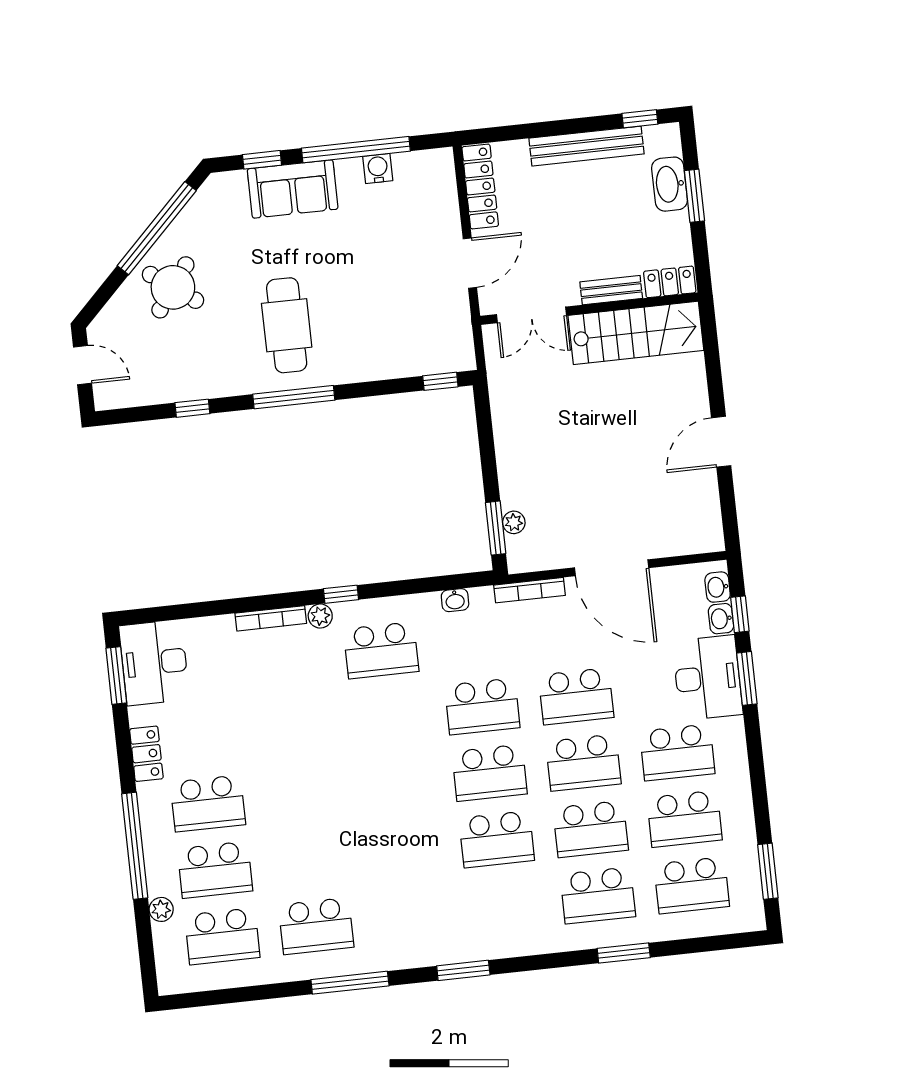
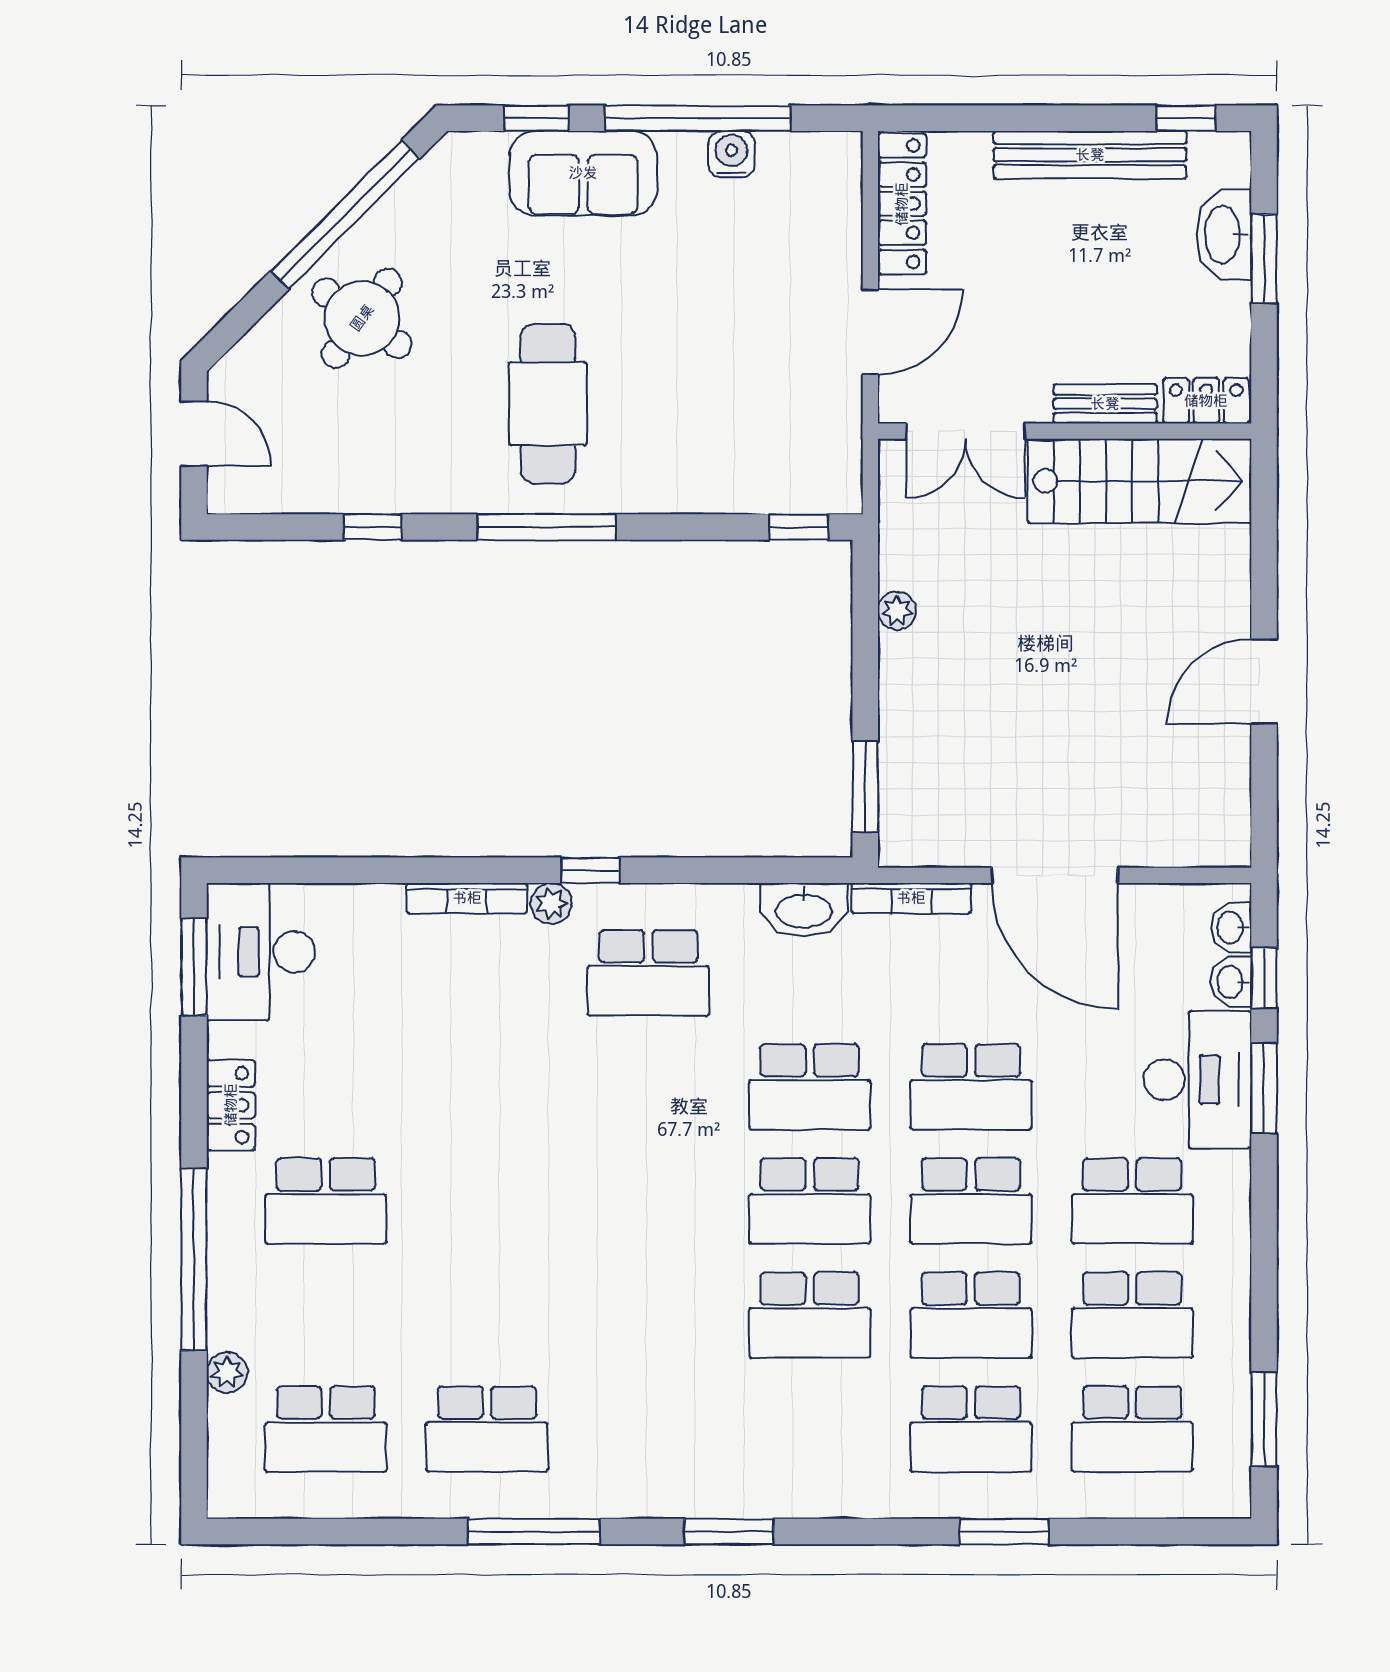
plant: (514, 522) -> (897, 611), moved
washbasin: (455, 600) -> (804, 910), width x1.91, depth x1.45
school desk: (215, 870) -> (326, 1315), removed

